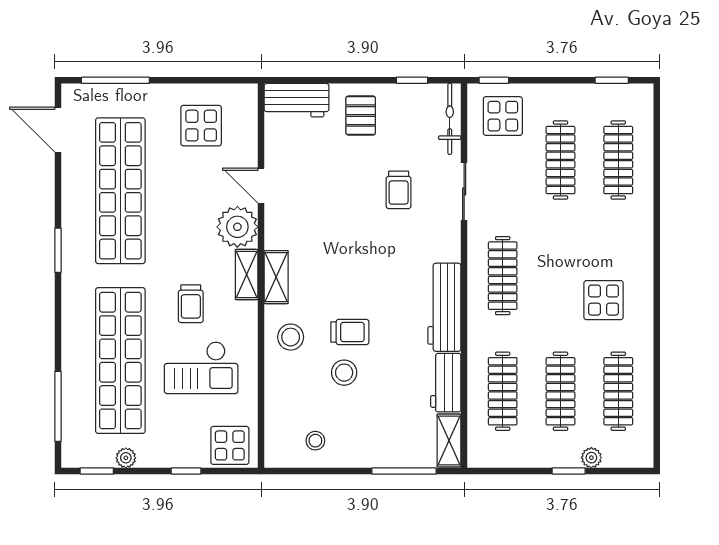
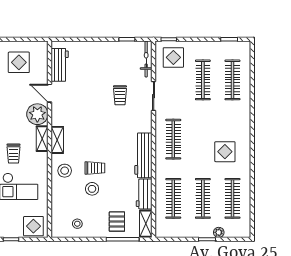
workbench: (297, 100) -> (60, 65), moved, turned -90
pallet: (361, 116) -> (117, 222), moved

